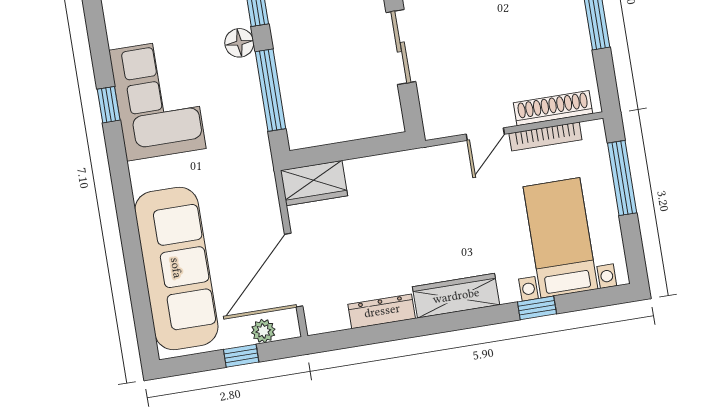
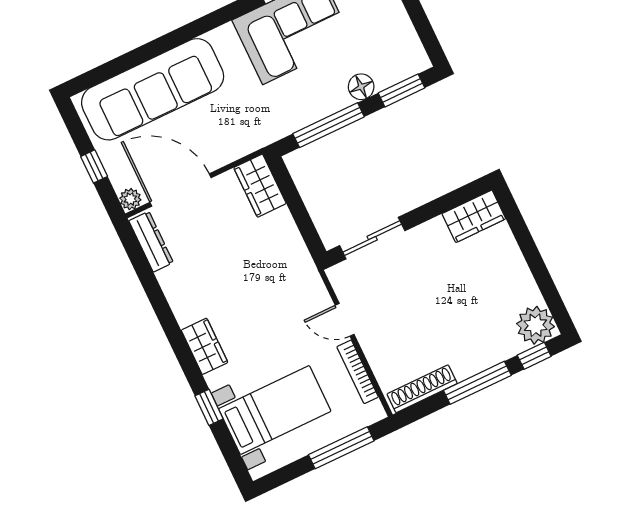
sliding door: (401, 47) -> (372, 238), moved
shoe rack: (553, 108) -> (422, 389), moved, turned -90
wardrobe: (456, 296) -> (204, 346), width x0.67
dresser: (382, 311) -> (151, 242), moved
plant: (263, 331) -> (130, 199), moved

